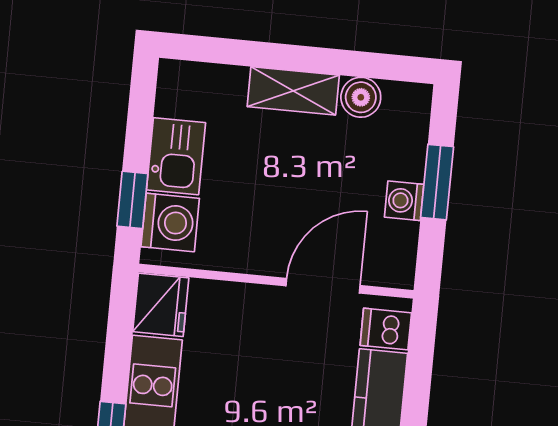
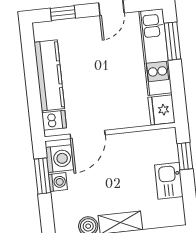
window: (437, 182) -> (42, 176), moved
washing machine: (170, 222) -> (60, 159), moved, turned 180

